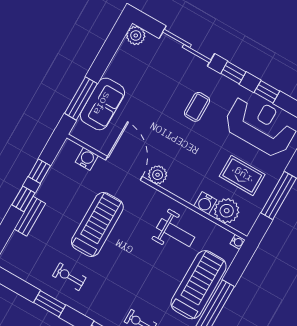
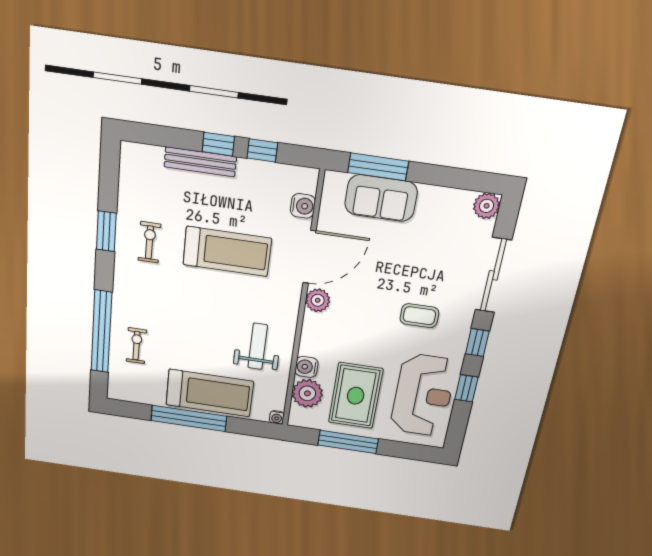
rug: (242, 175) -> (356, 396), width x1.36, depth x1.43
bench: (30, 216) -> (200, 162), width x1.36
weight bench: (176, 233) -> (258, 346), turned 180

